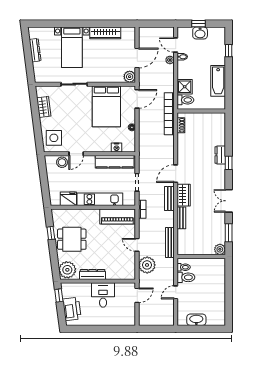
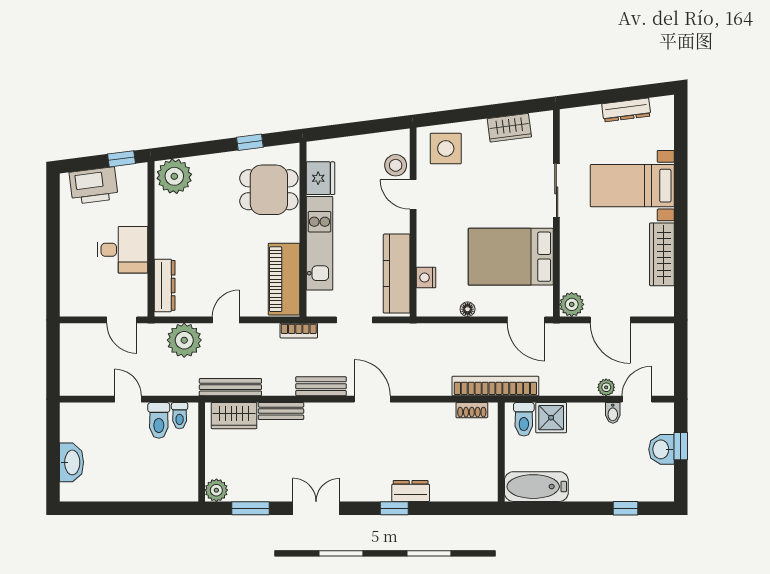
bathtub: (218, 81) -> (536, 487), moved
wardrobe: (184, 195) -> (234, 416), moved
dining table: (72, 239) -> (269, 190), moved, turned 90
dresser: (93, 274) -> (165, 285), moved
washbasin: (196, 320) -> (72, 462), moved

